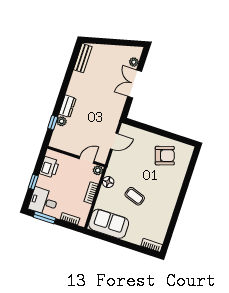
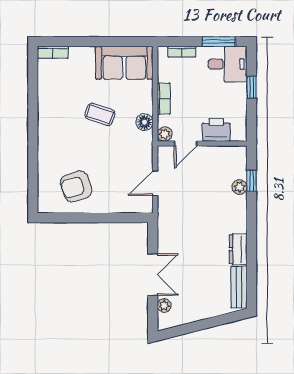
dresser: (67, 106) -> (238, 249), moved
printer: (49, 167) -> (216, 130), moved, turned 90

